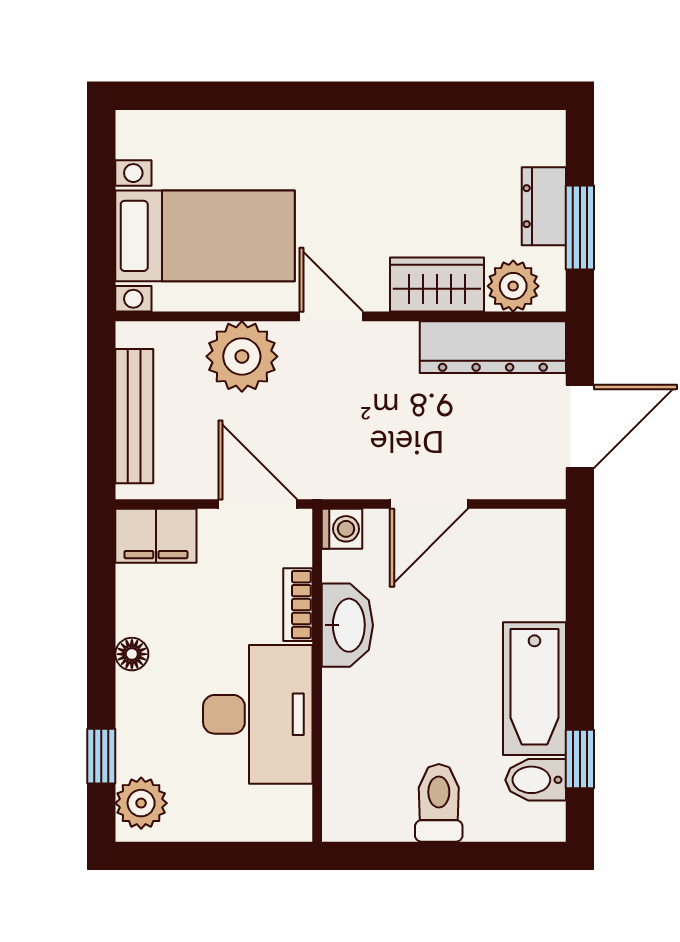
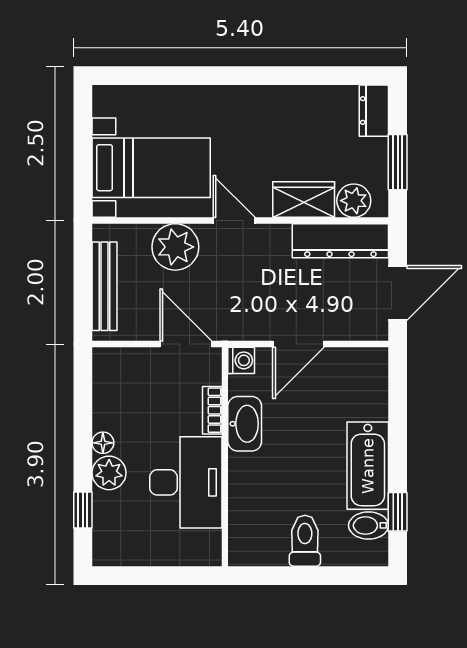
dresser: (544, 206) -> (374, 111), moved
filing cabinet: (156, 536) -> (119, 365), removed
plant: (141, 803) -> (109, 473), moved

